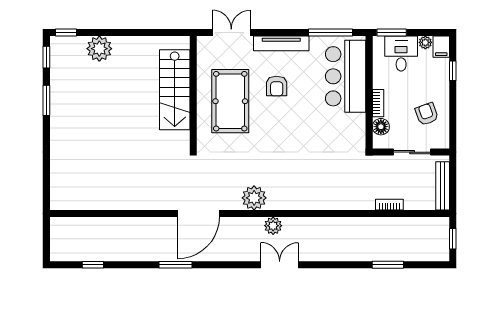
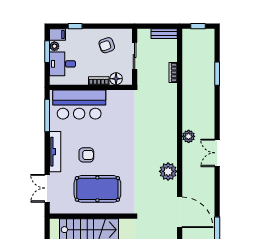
window: (392, 33) -> (47, 52), moved
bench: (443, 186) -> (164, 34), width x0.73
plant: (273, 226) -> (189, 136), moved

